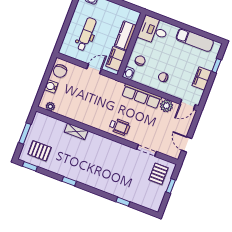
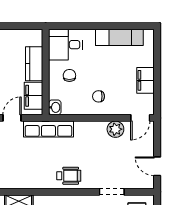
chair: (140, 61) -> (69, 75), moved
window: (216, 66) -> (157, 58), removed
row of seats: (141, 96) -> (48, 129), moved

